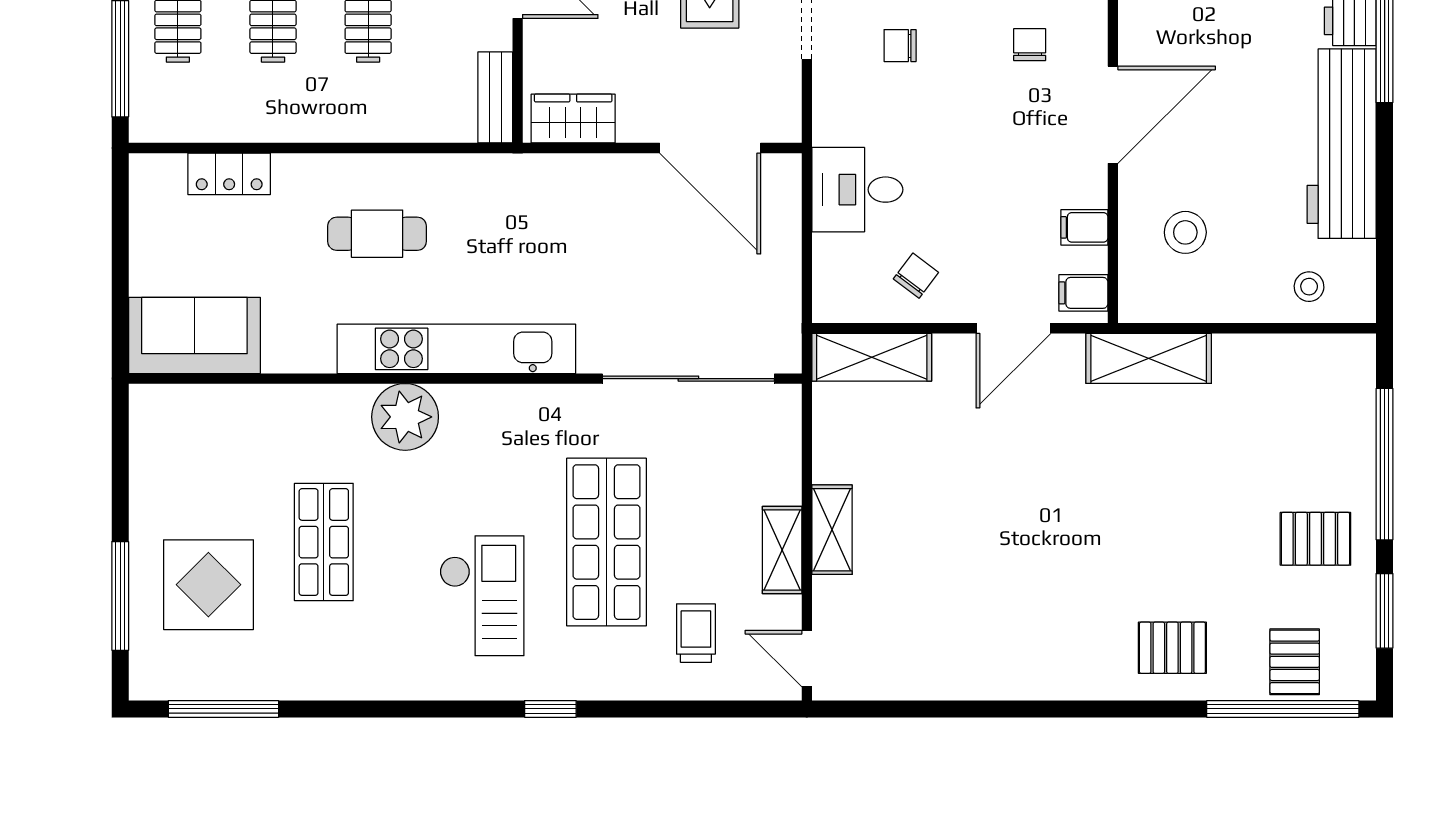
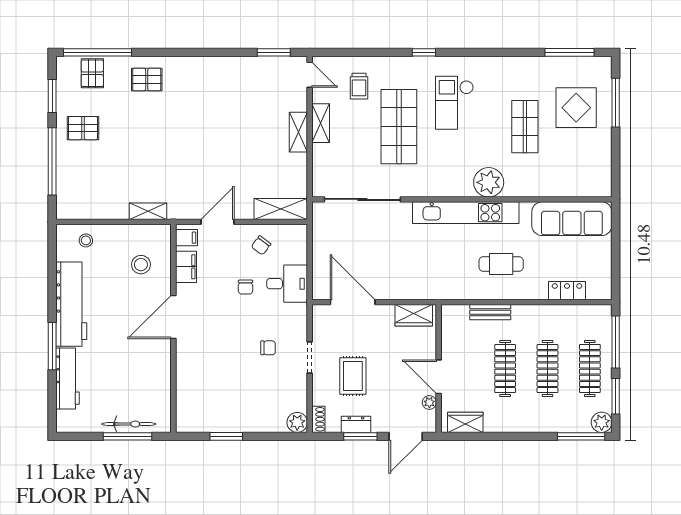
chair: (1030, 45) -> (246, 287), moved
bench: (495, 97) -> (490, 312), moved, turned 90
filing cabinet: (1084, 227) -> (186, 267), width x2.00
sofa: (194, 335) -> (572, 219), width x1.36
shelving: (1149, 358) -> (148, 211), width x0.67, depth x0.75
window: (887, 709) -> (274, 52), added

